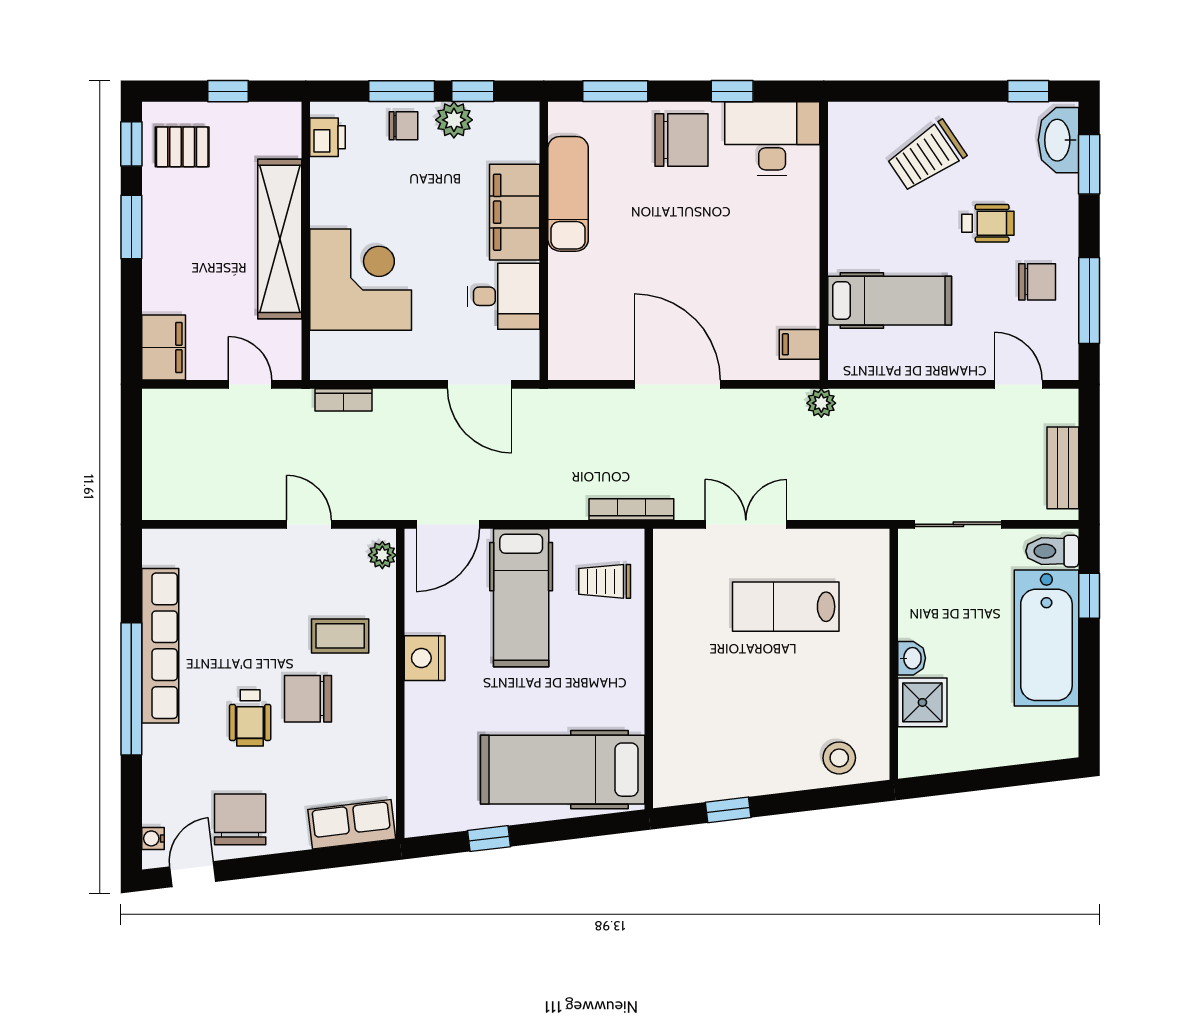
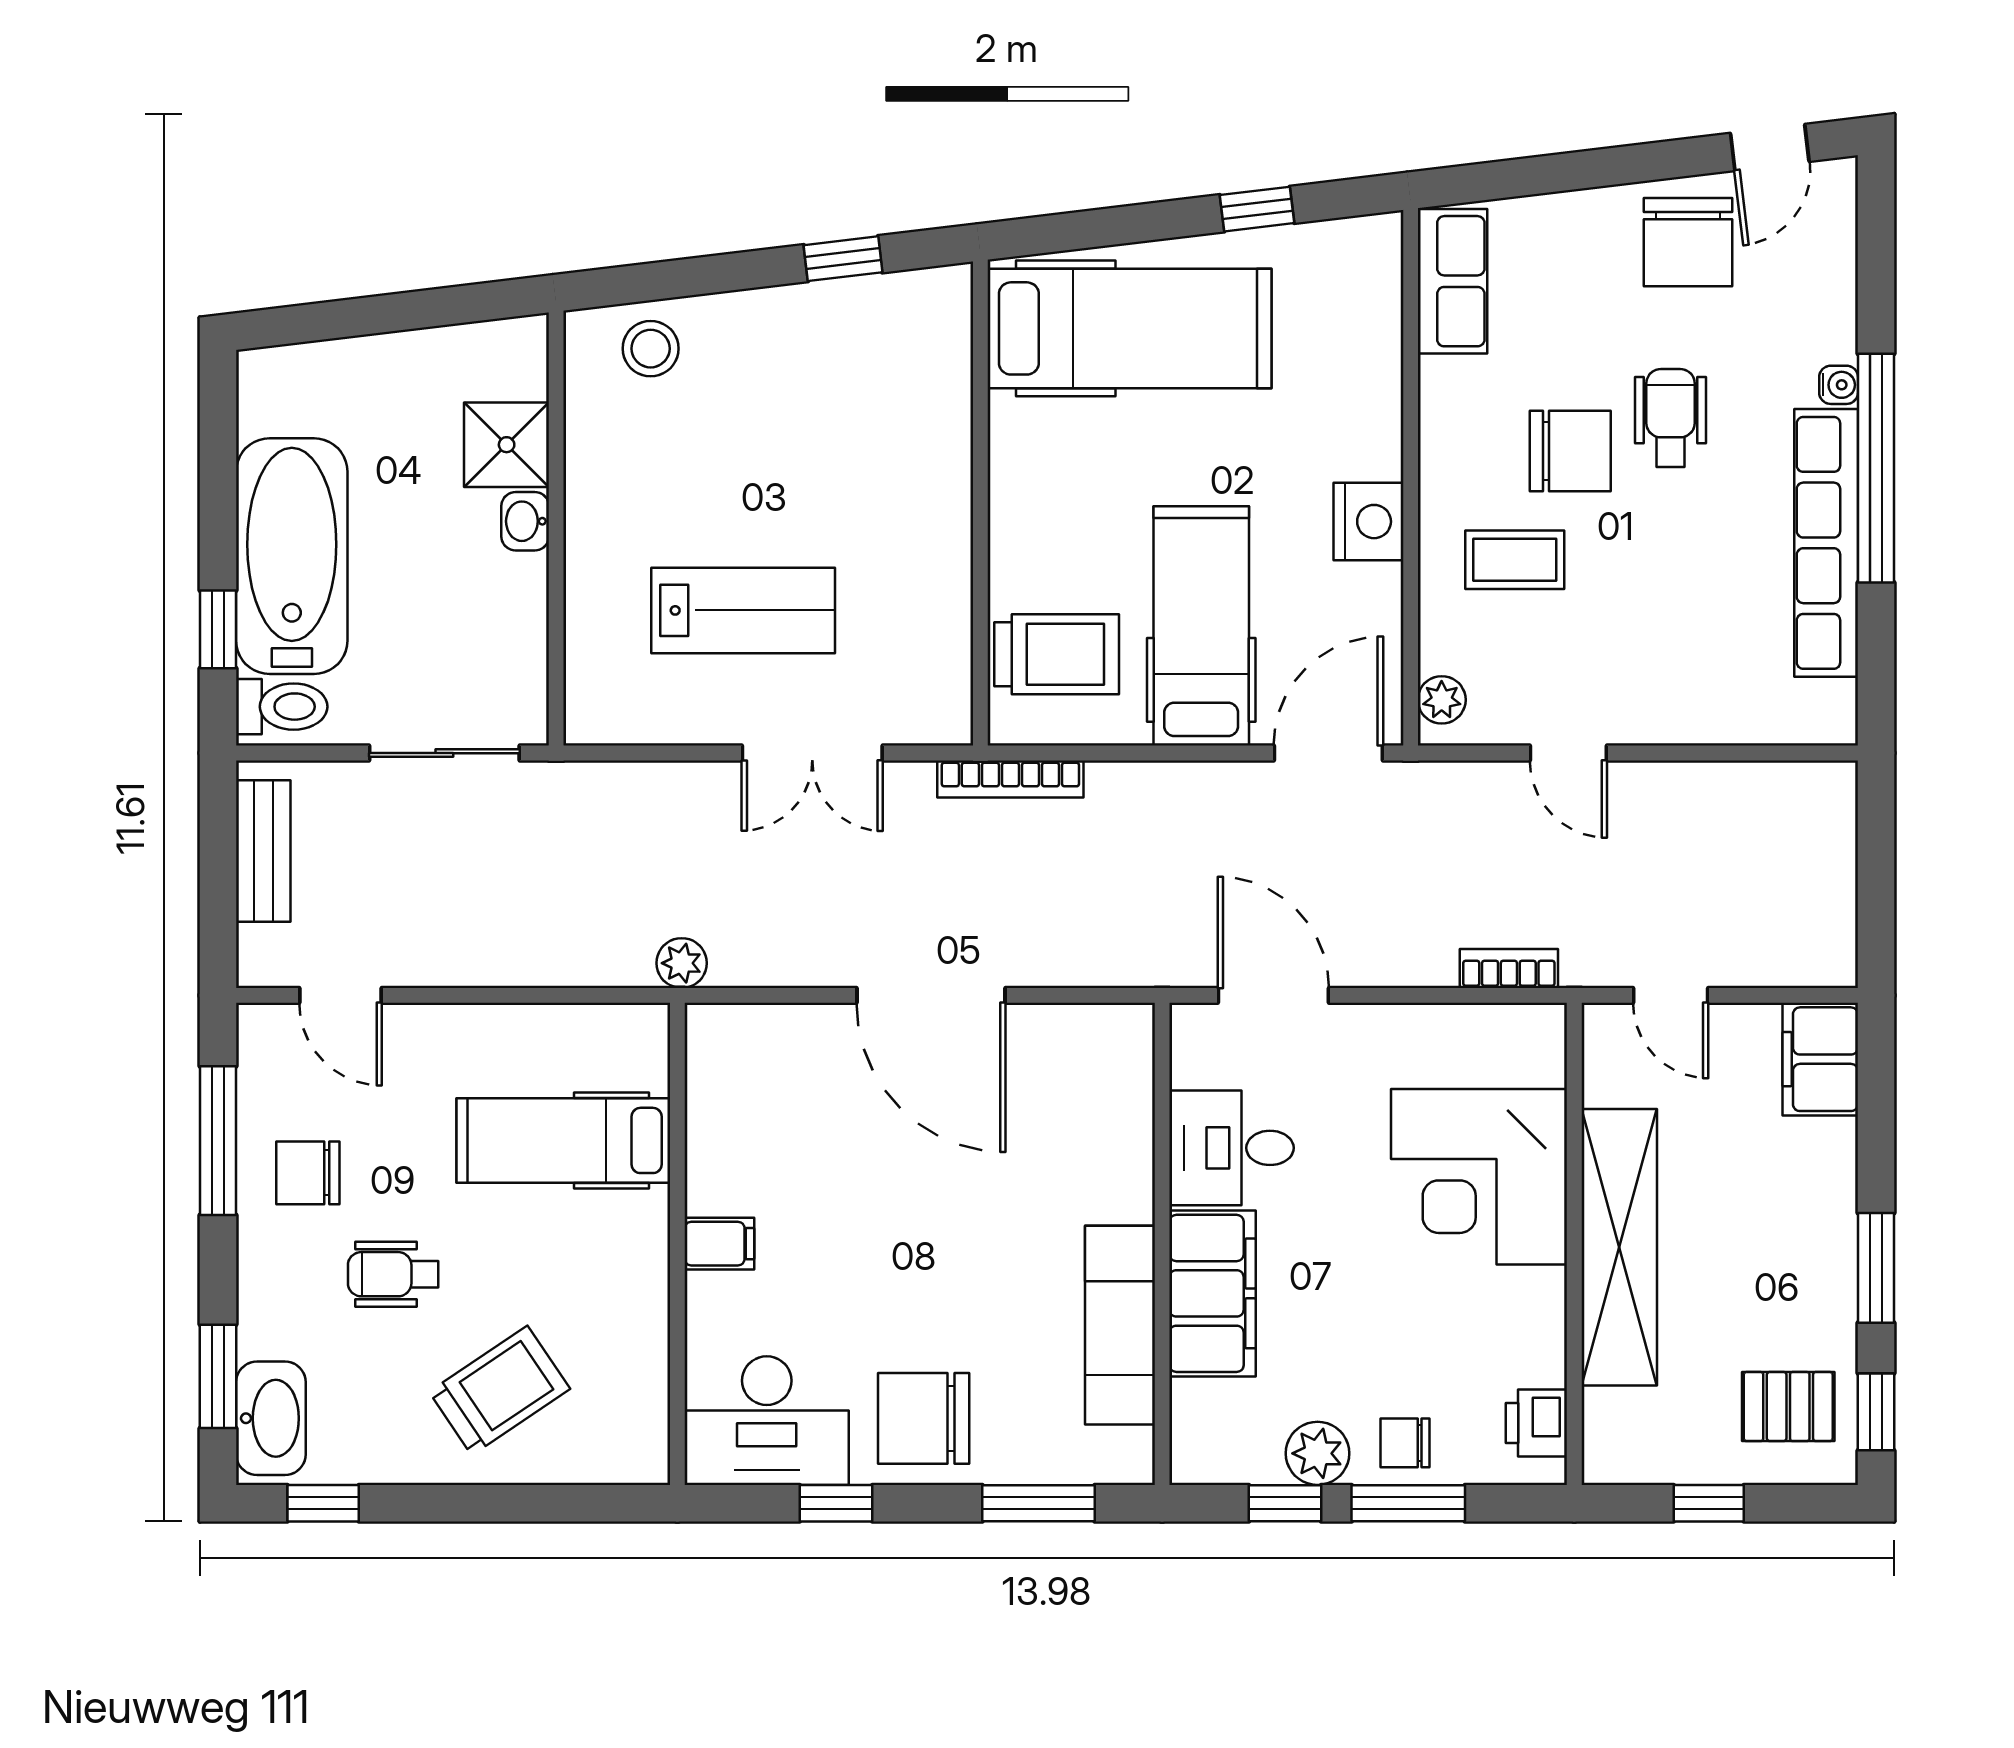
filing cabinet: (799, 344) -> (719, 1244), moved
trolley: (605, 581) -> (1057, 654), width x1.36, depth x1.39
row of seats: (352, 824) -> (1453, 281), moved, turned -83
water cooler: (153, 838) -> (1839, 385), moved

